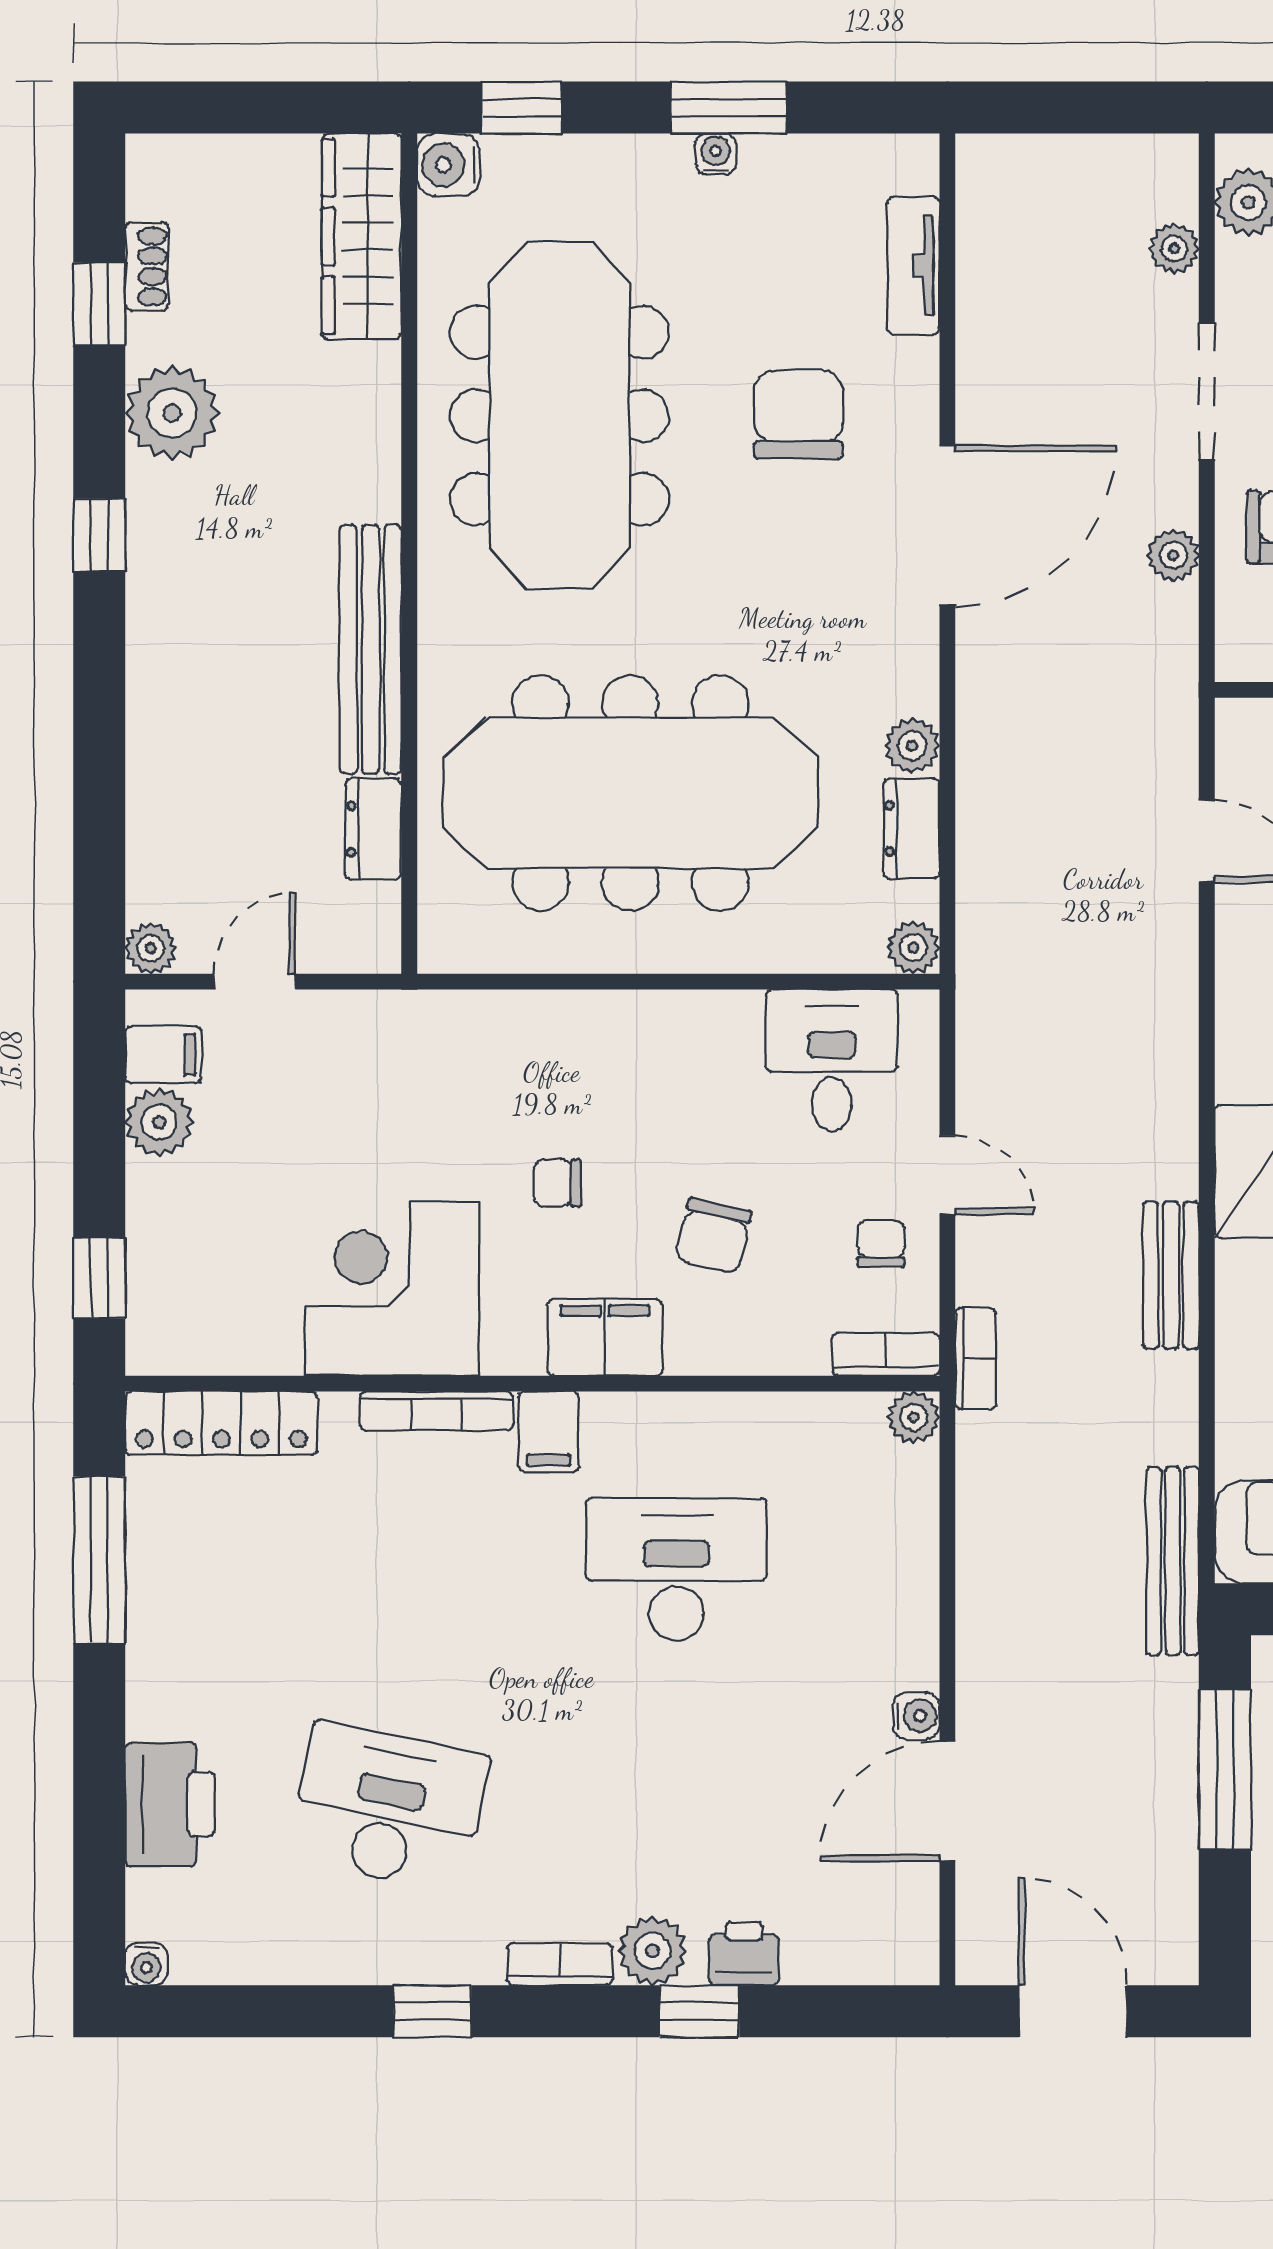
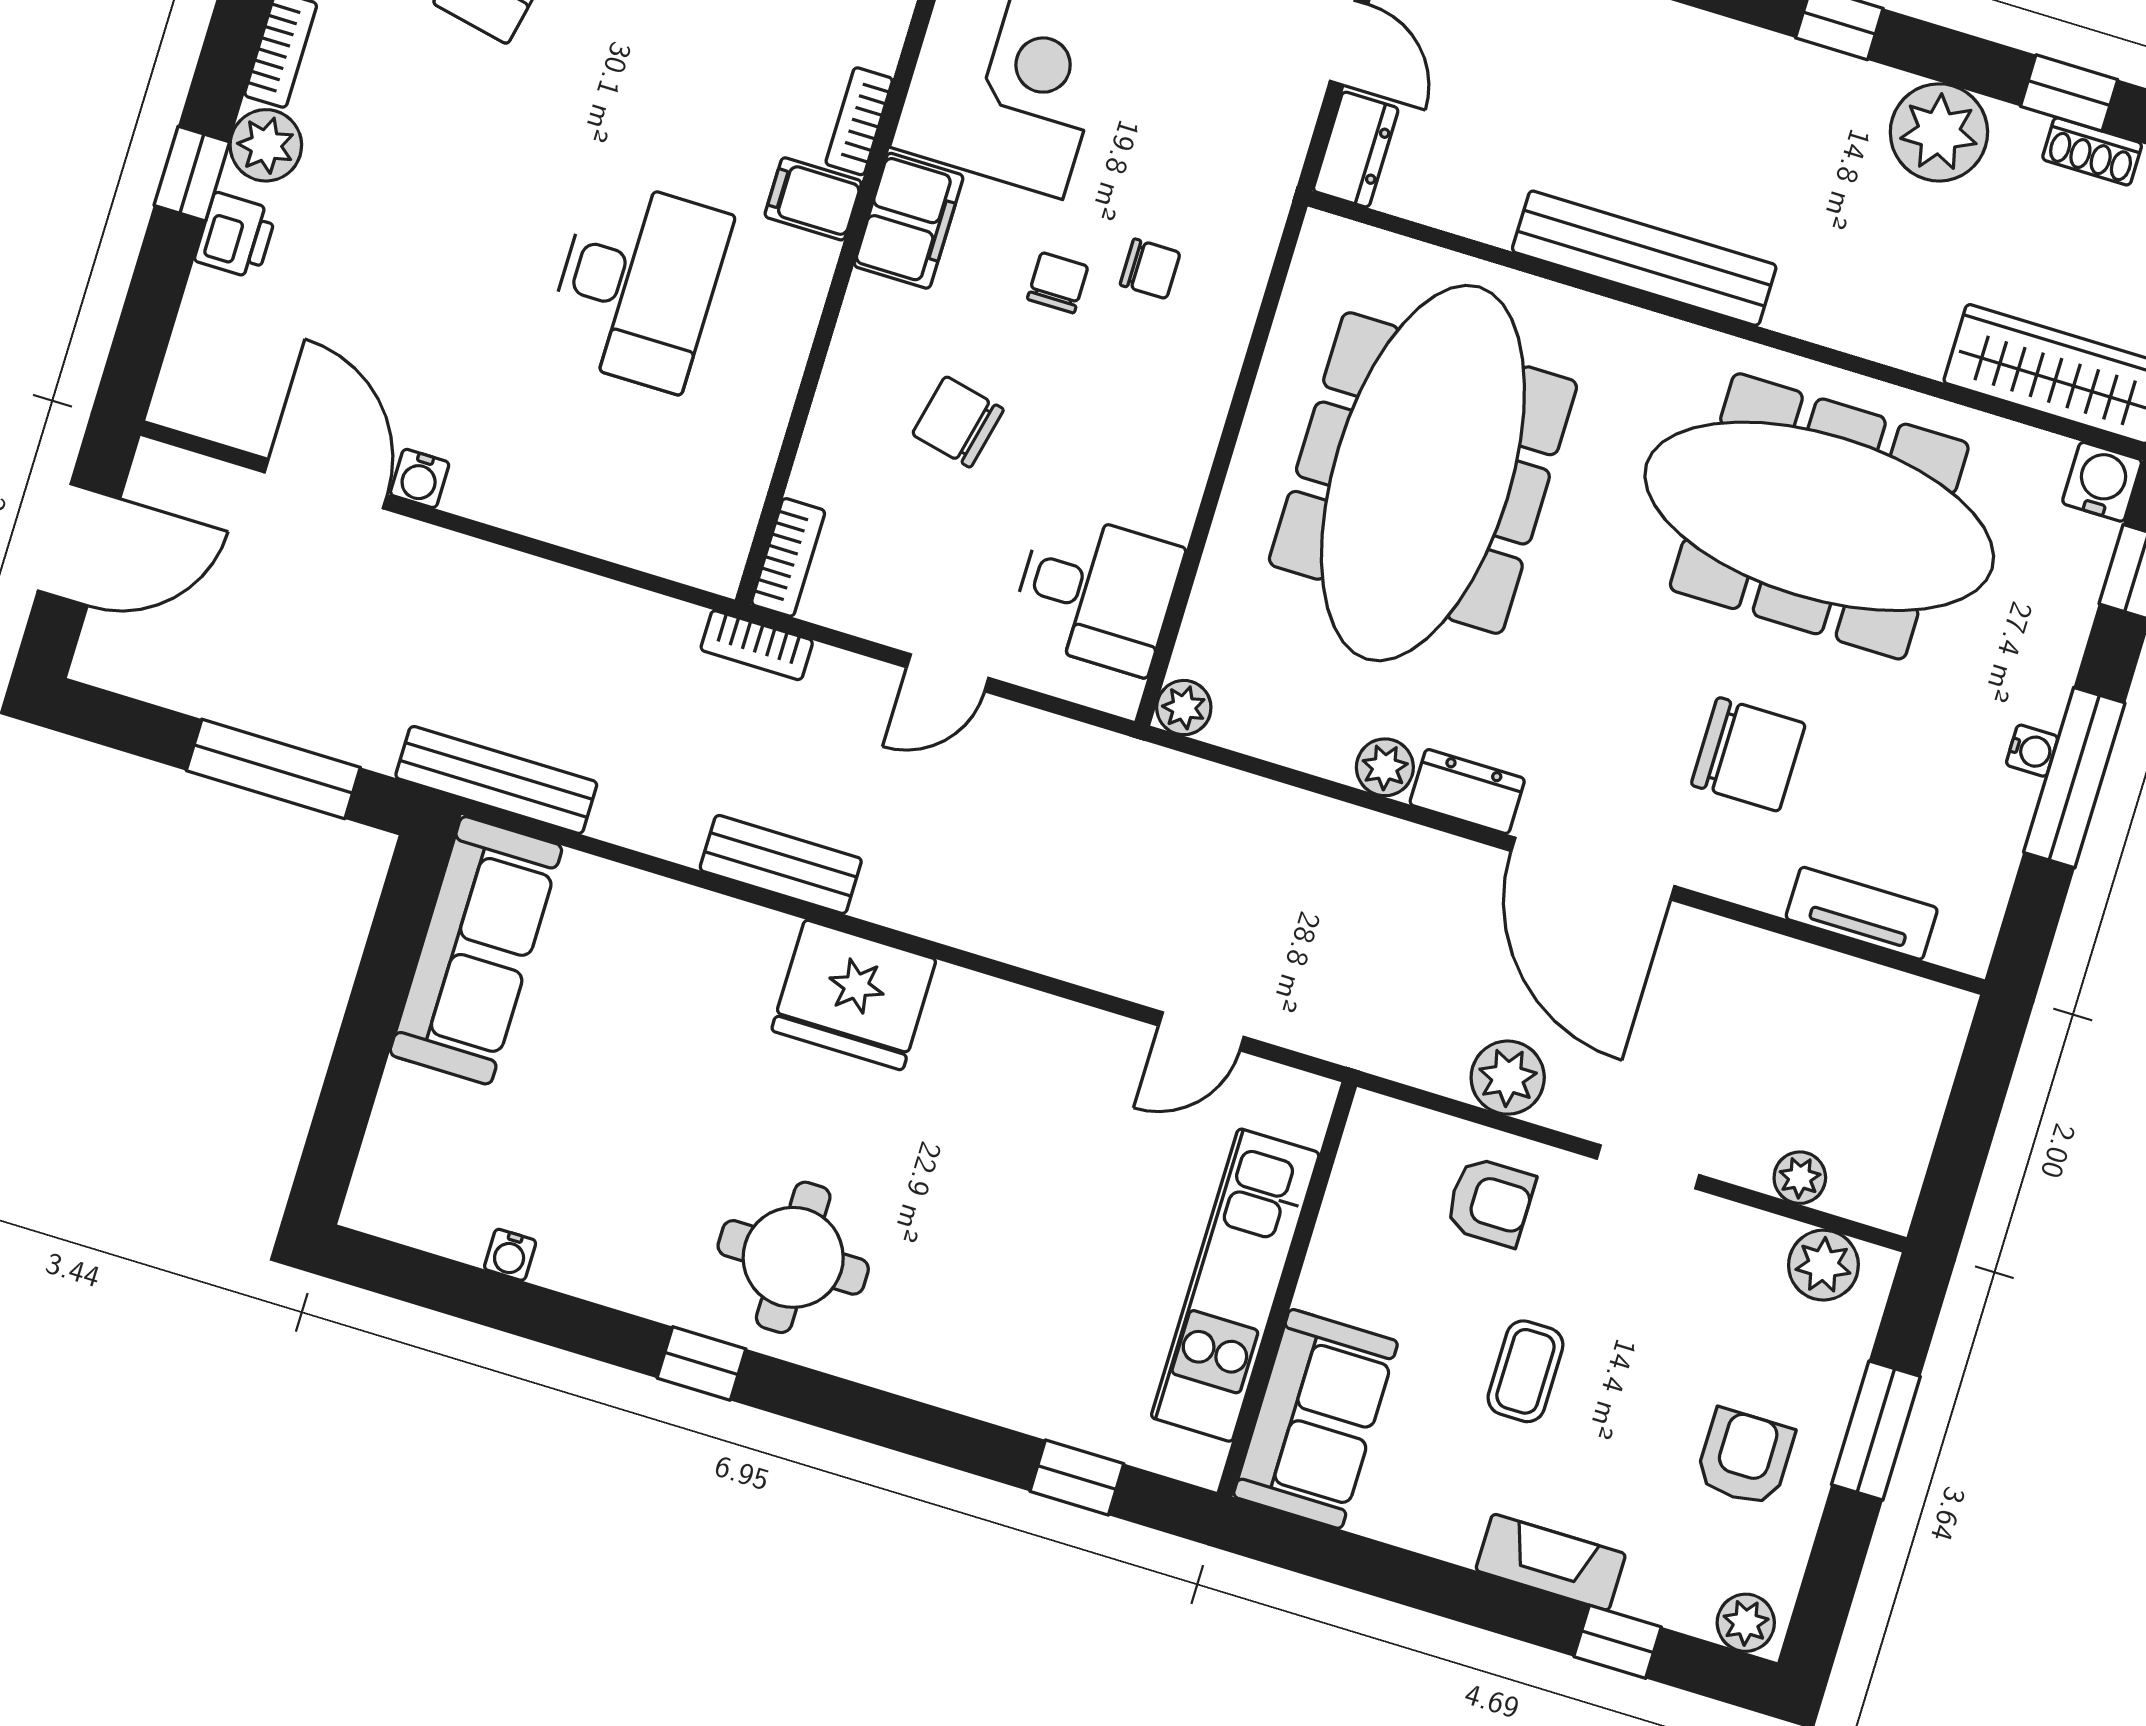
window: (729, 108) -> (2074, 778), width x1.44
doorway: (1207, 391) -> (1648, 1167), width x0.73
plant: (1173, 555) -> (1508, 1078), width x1.38, depth x1.38
dresser: (911, 828) -> (1467, 792), moved
dresser: (373, 829) -> (1356, 150), moved, turned 90
chair: (881, 1243) -> (1150, 269), moved
filing cabinet: (605, 1337) -> (909, 221), moved
bookcase: (437, 1411) -> (859, 121), width x0.64
plant: (914, 1417) -> (717, 566), removed

